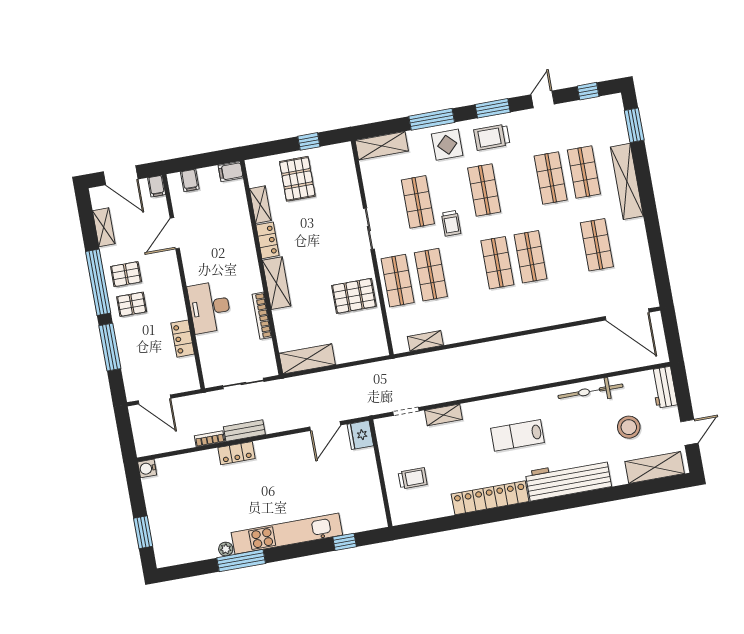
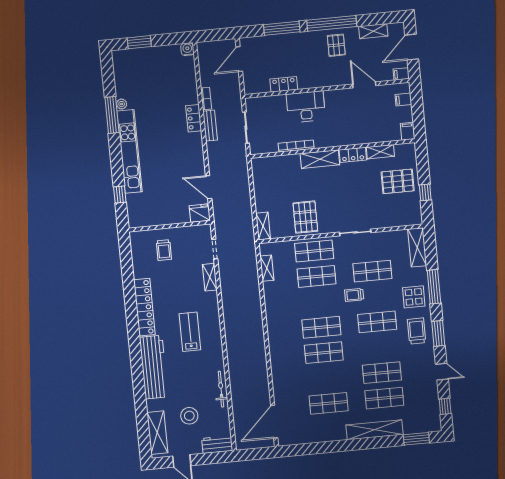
pallet: (132, 304) -> (313, 48), removed
shelving: (307, 359) -> (263, 226), moved, width x0.67, depth x0.75
bicycle: (590, 391) -> (221, 389), width x0.73, depth x0.71

